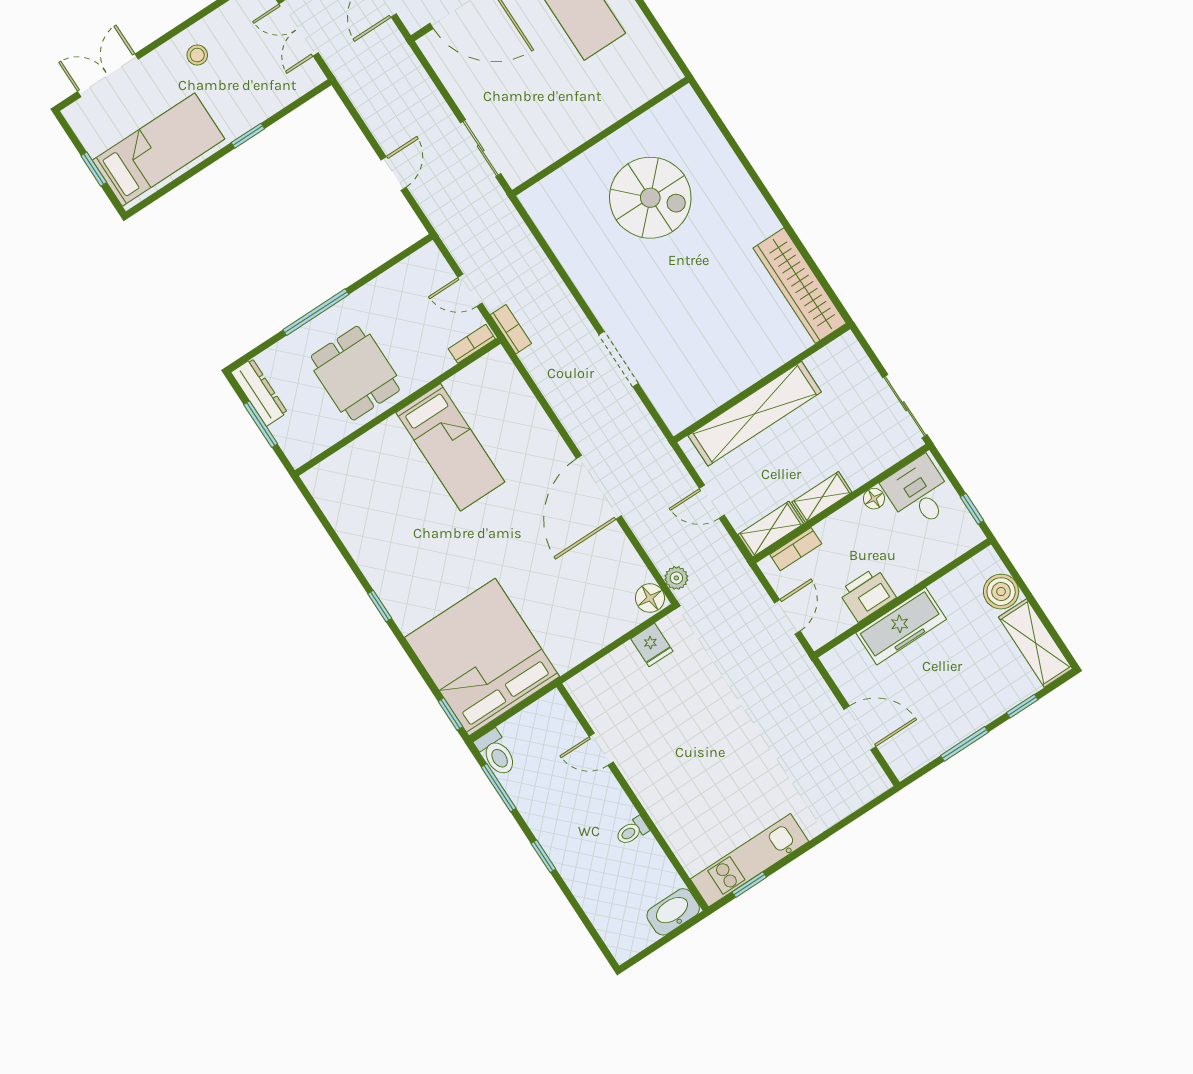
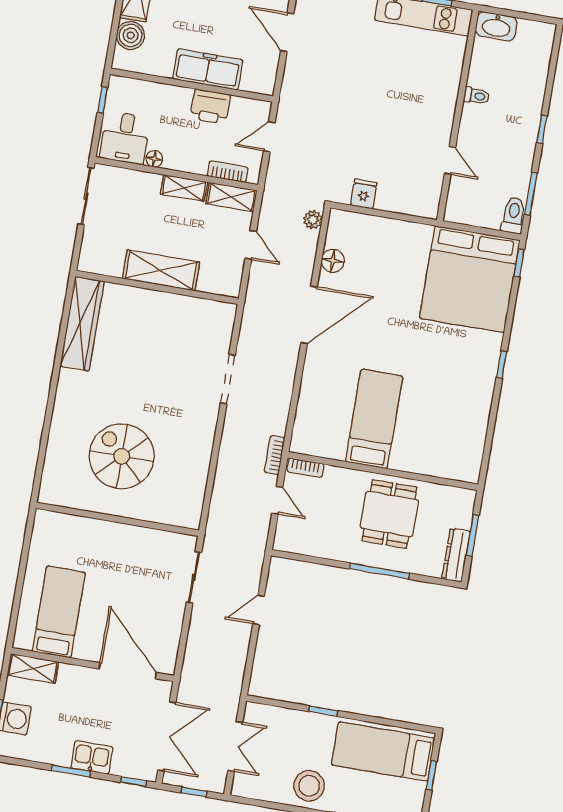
stool: (197, 55) -> (309, 786), width x1.89, depth x1.89
shelving: (755, 414) -> (161, 270), width x0.68
floor lamp: (650, 598) -> (333, 261), moved

